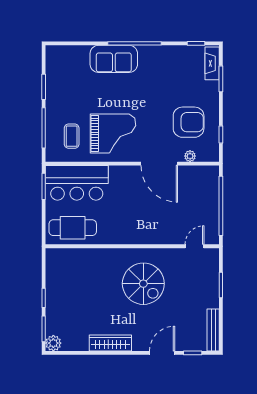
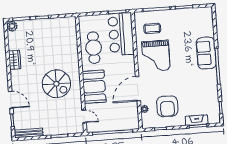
fireplace: (212, 63) -> (197, 120), moved
cafe table: (73, 228) -> (94, 48), moved
booth: (152, 228) -> (94, 87), added
spiral stairs: (143, 284) -> (56, 84), turned -90
wardrobe: (110, 343) -> (15, 60), width x0.67

